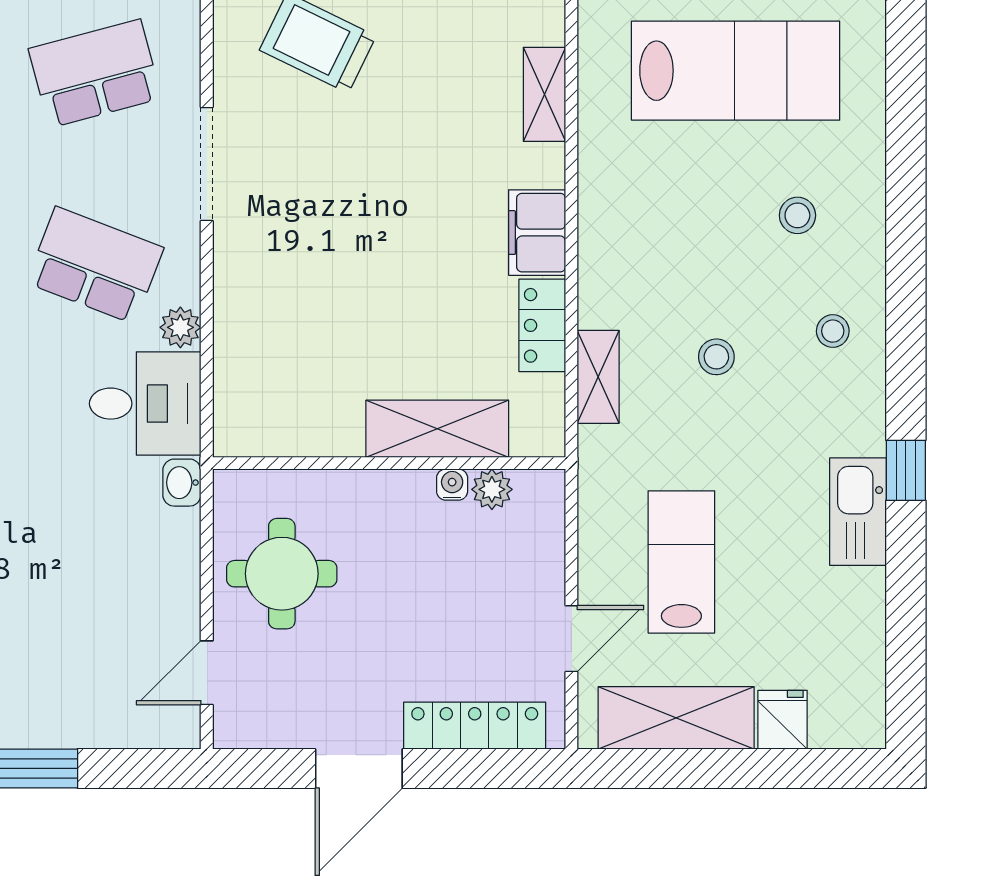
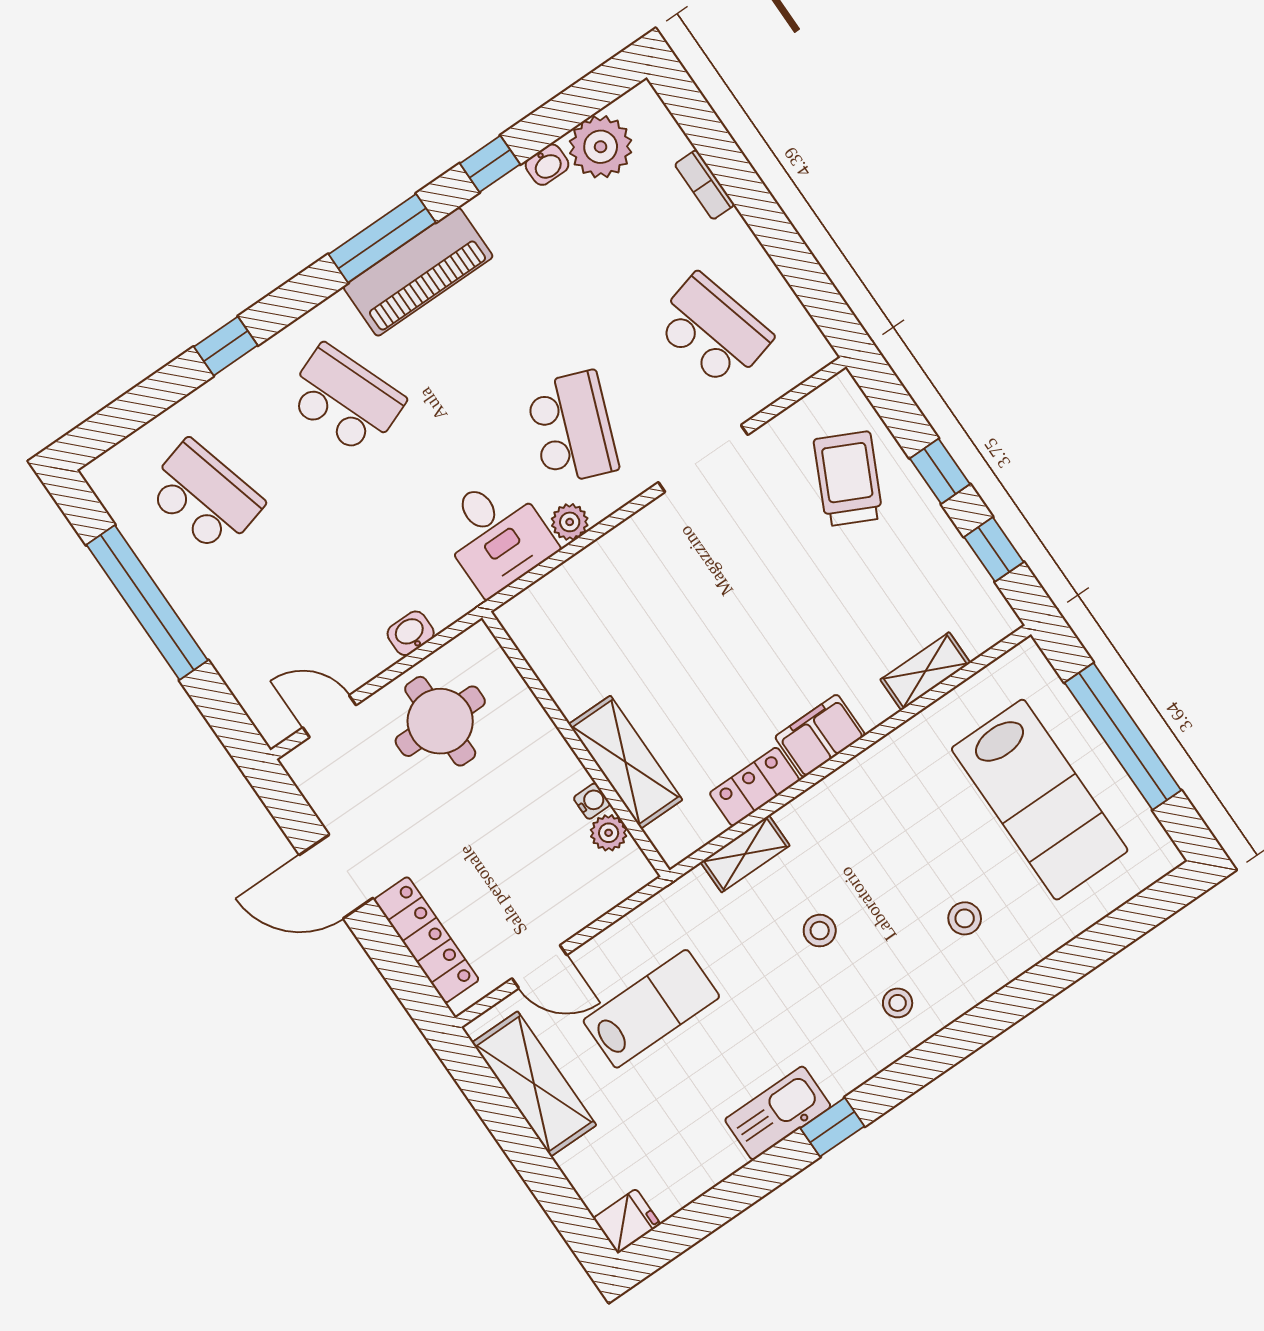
washbasin: (182, 483) -> (411, 633), moved
fridge: (783, 720) -> (627, 1221), moved

